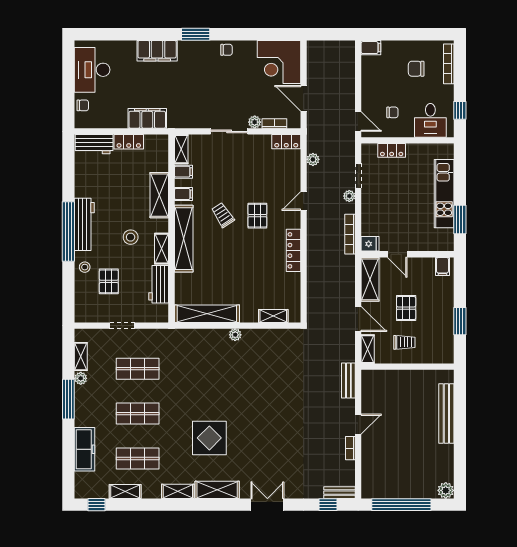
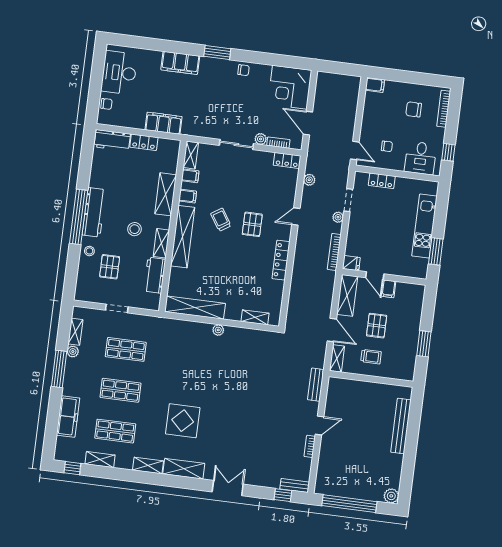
filing cabinet: (442, 266) -> (389, 289), moved

